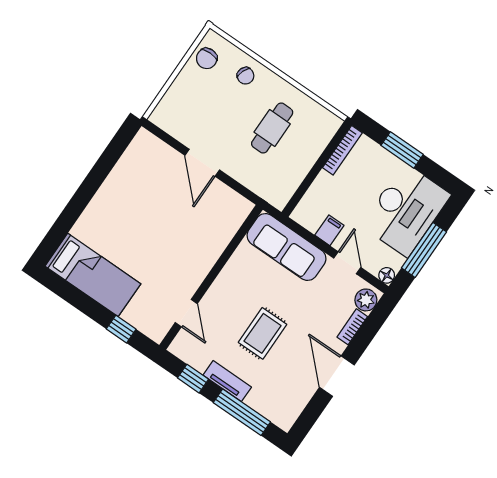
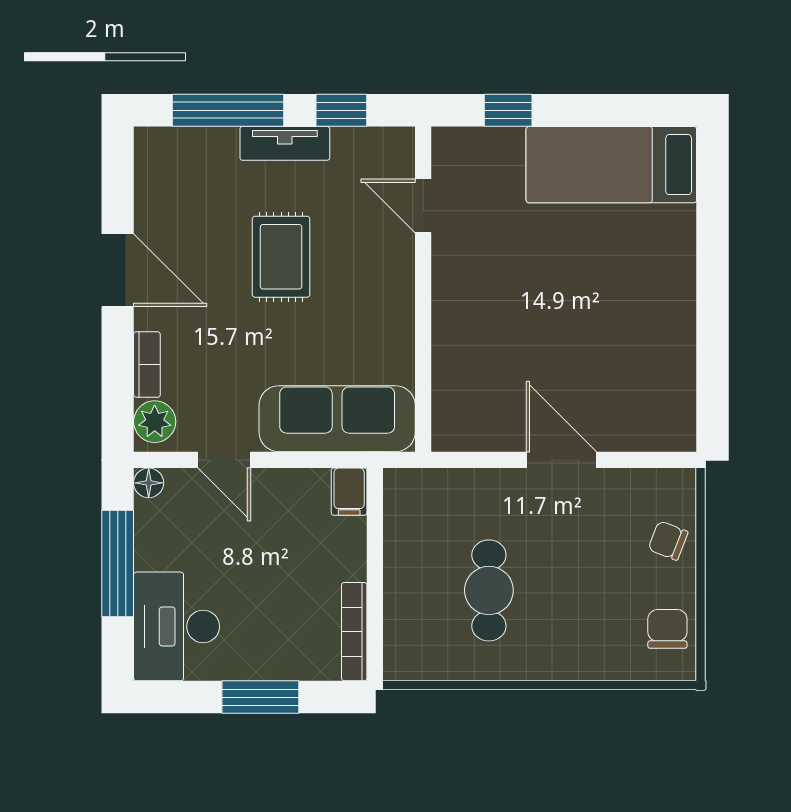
chair: (246, 76) -> (668, 541), moved
desk: (406, 210) -> (177, 626), width x0.73, depth x0.77
filing cabinet: (329, 230) -> (349, 492), moved

